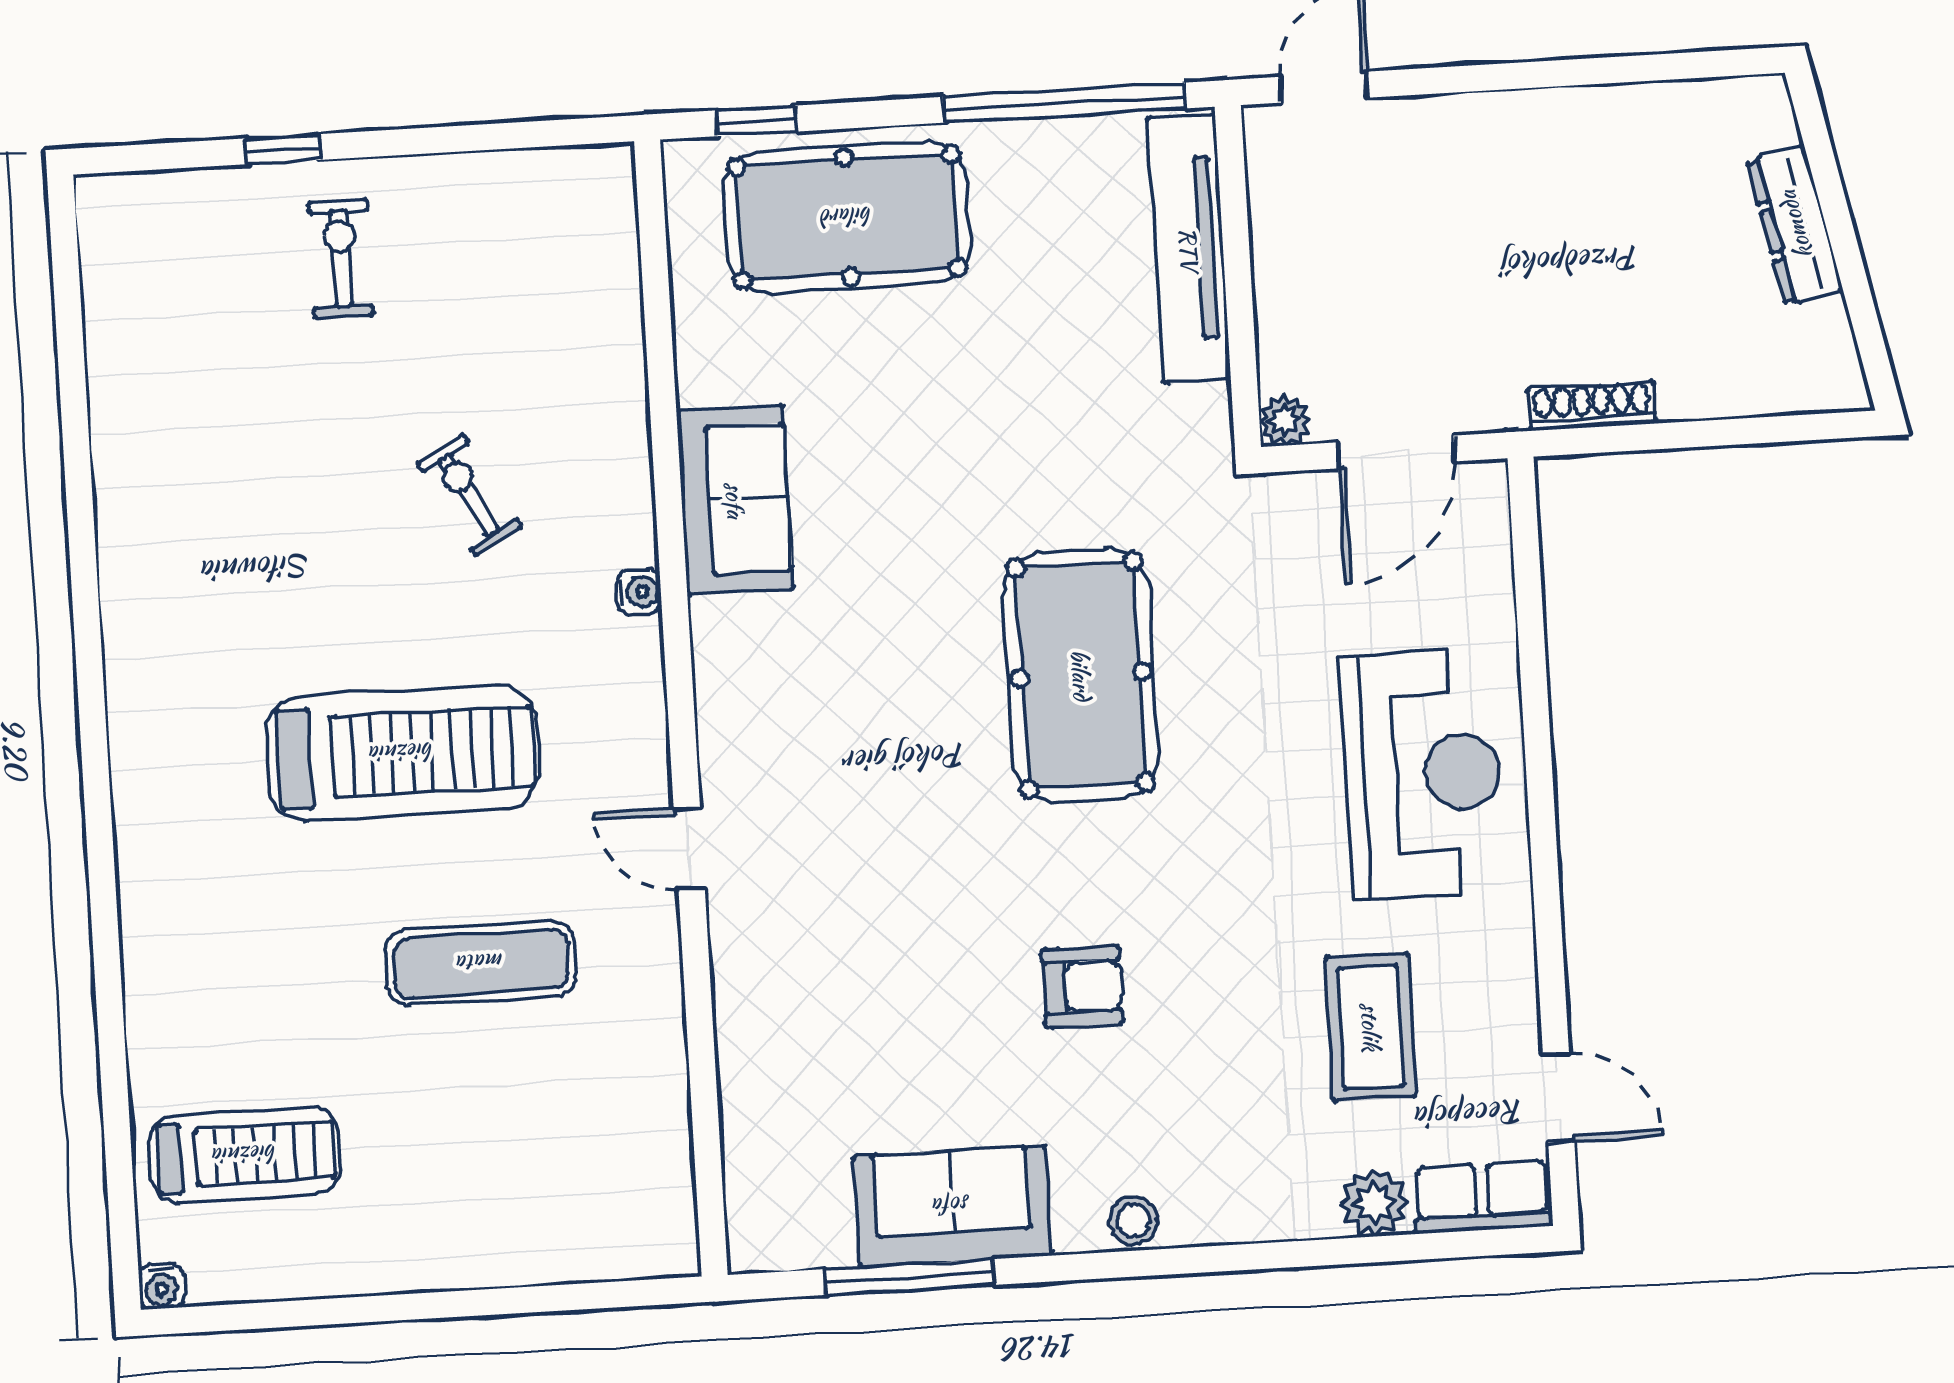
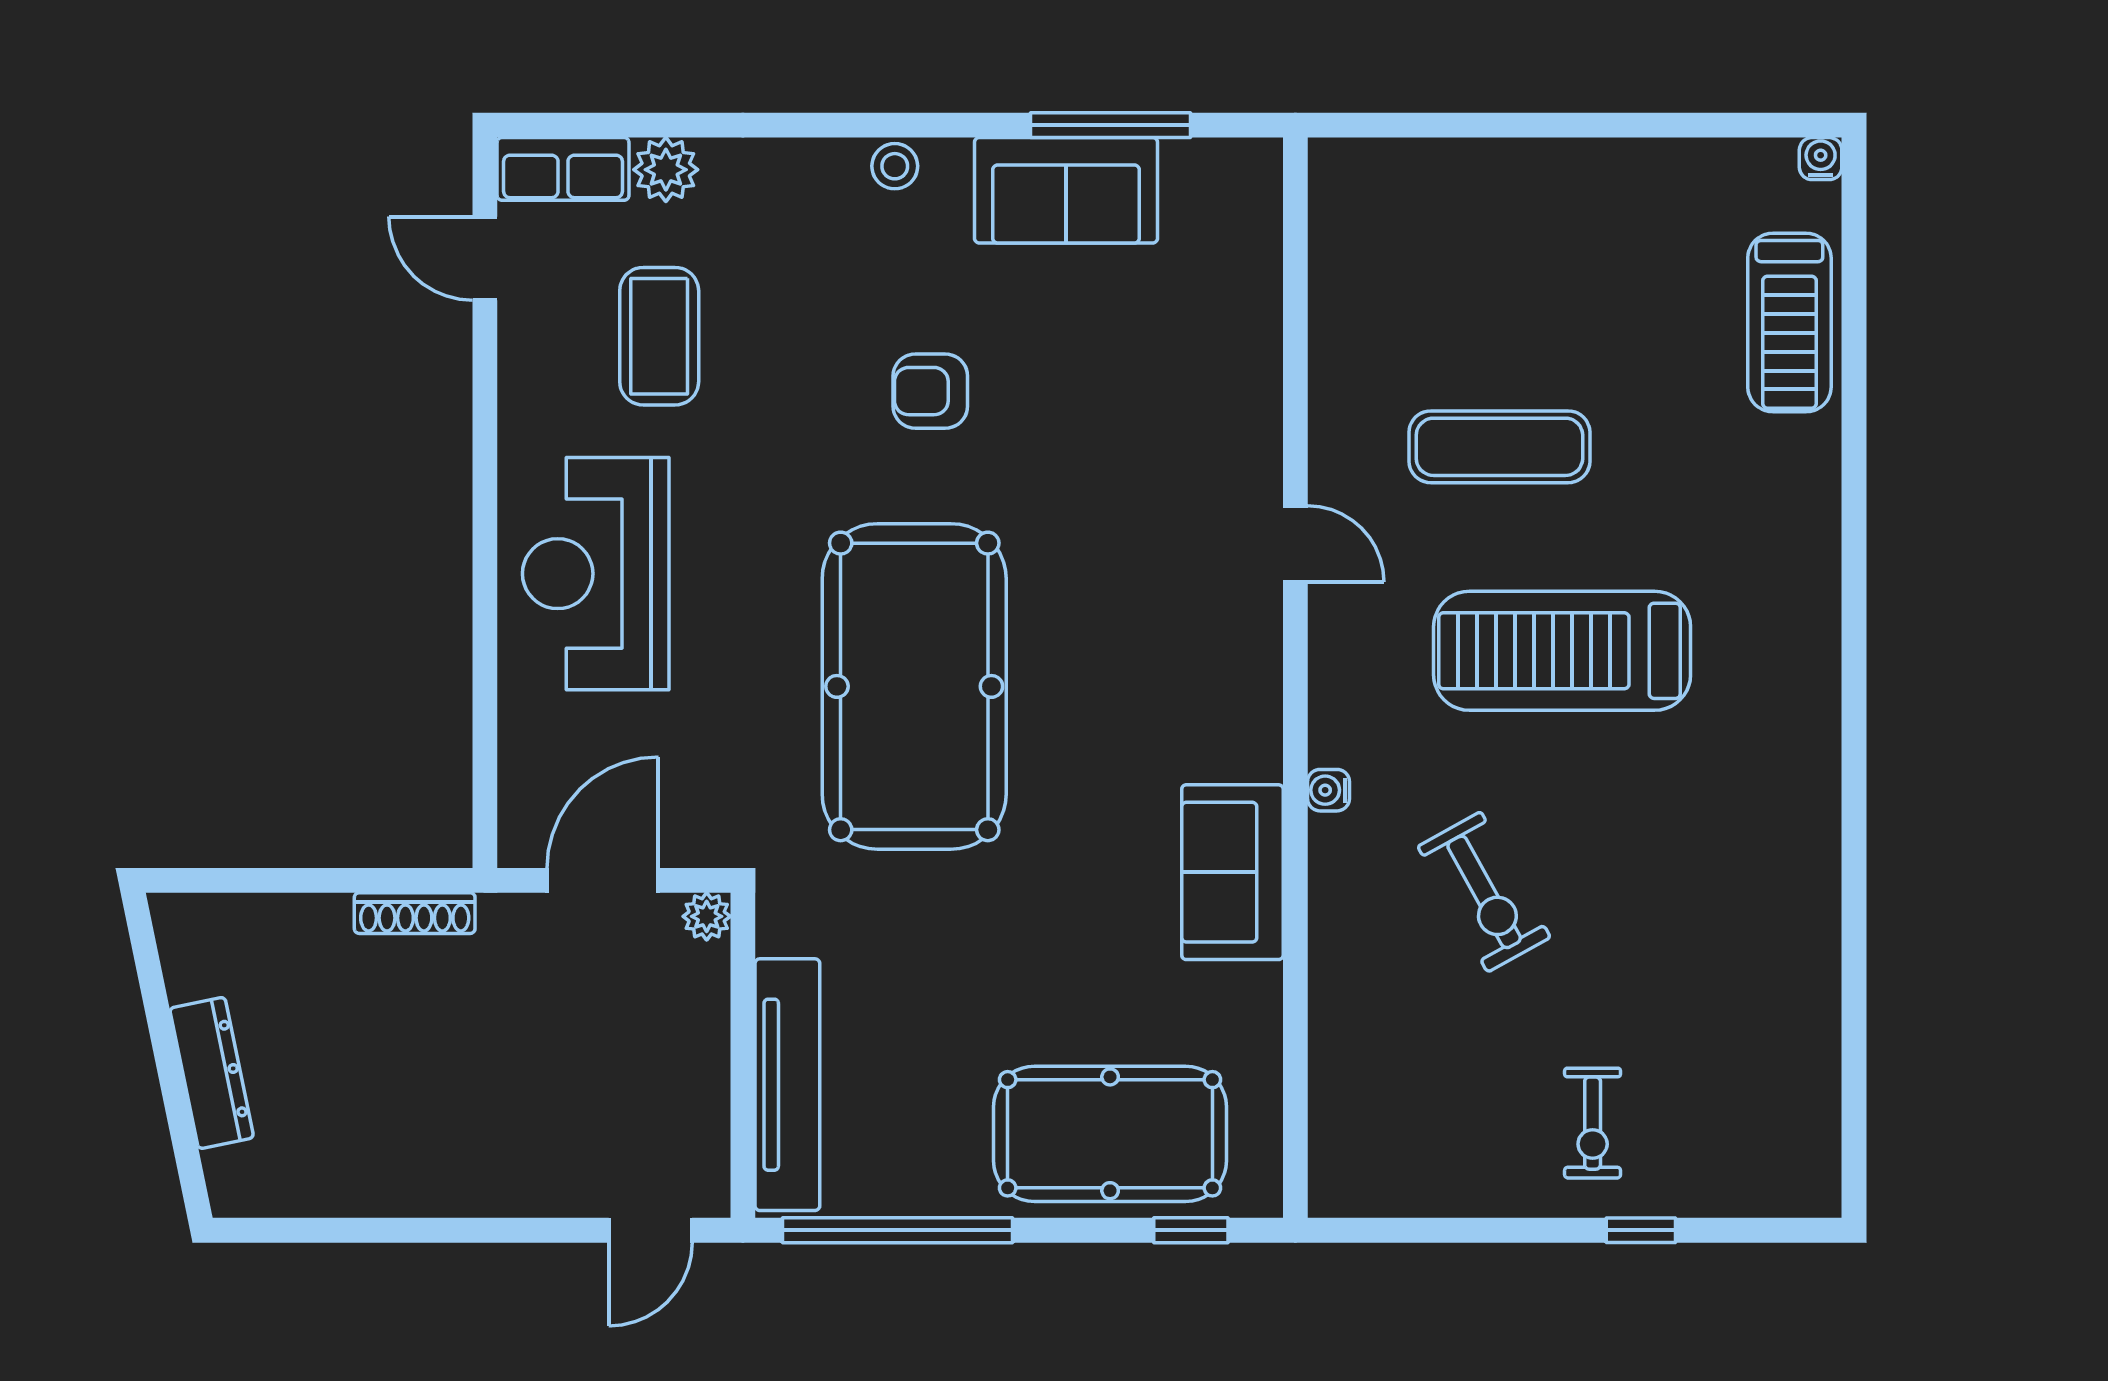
exercise bike: (469, 495) -> (1484, 892), width x1.38, depth x1.39
pool table: (1081, 675) -> (914, 686), width x1.36, depth x1.32
treadmill: (245, 1155) -> (1789, 323), moved, turned -90

